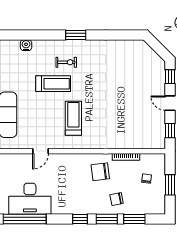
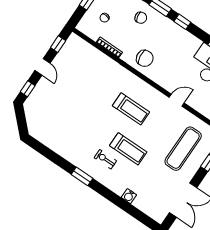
treadmill: (53, 84) -> (128, 149), turned 180
treadmill: (73, 118) -> (131, 109), turned -90
chair: (100, 172) -> (145, 58), moved

